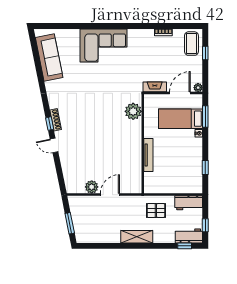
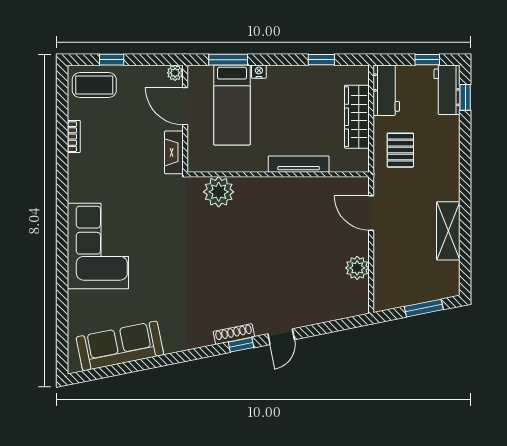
wardrobe: (174, 187) -> (357, 117), added
door: (110, 195) -> (371, 213), moved
shelving: (137, 237) -> (448, 231), moved

